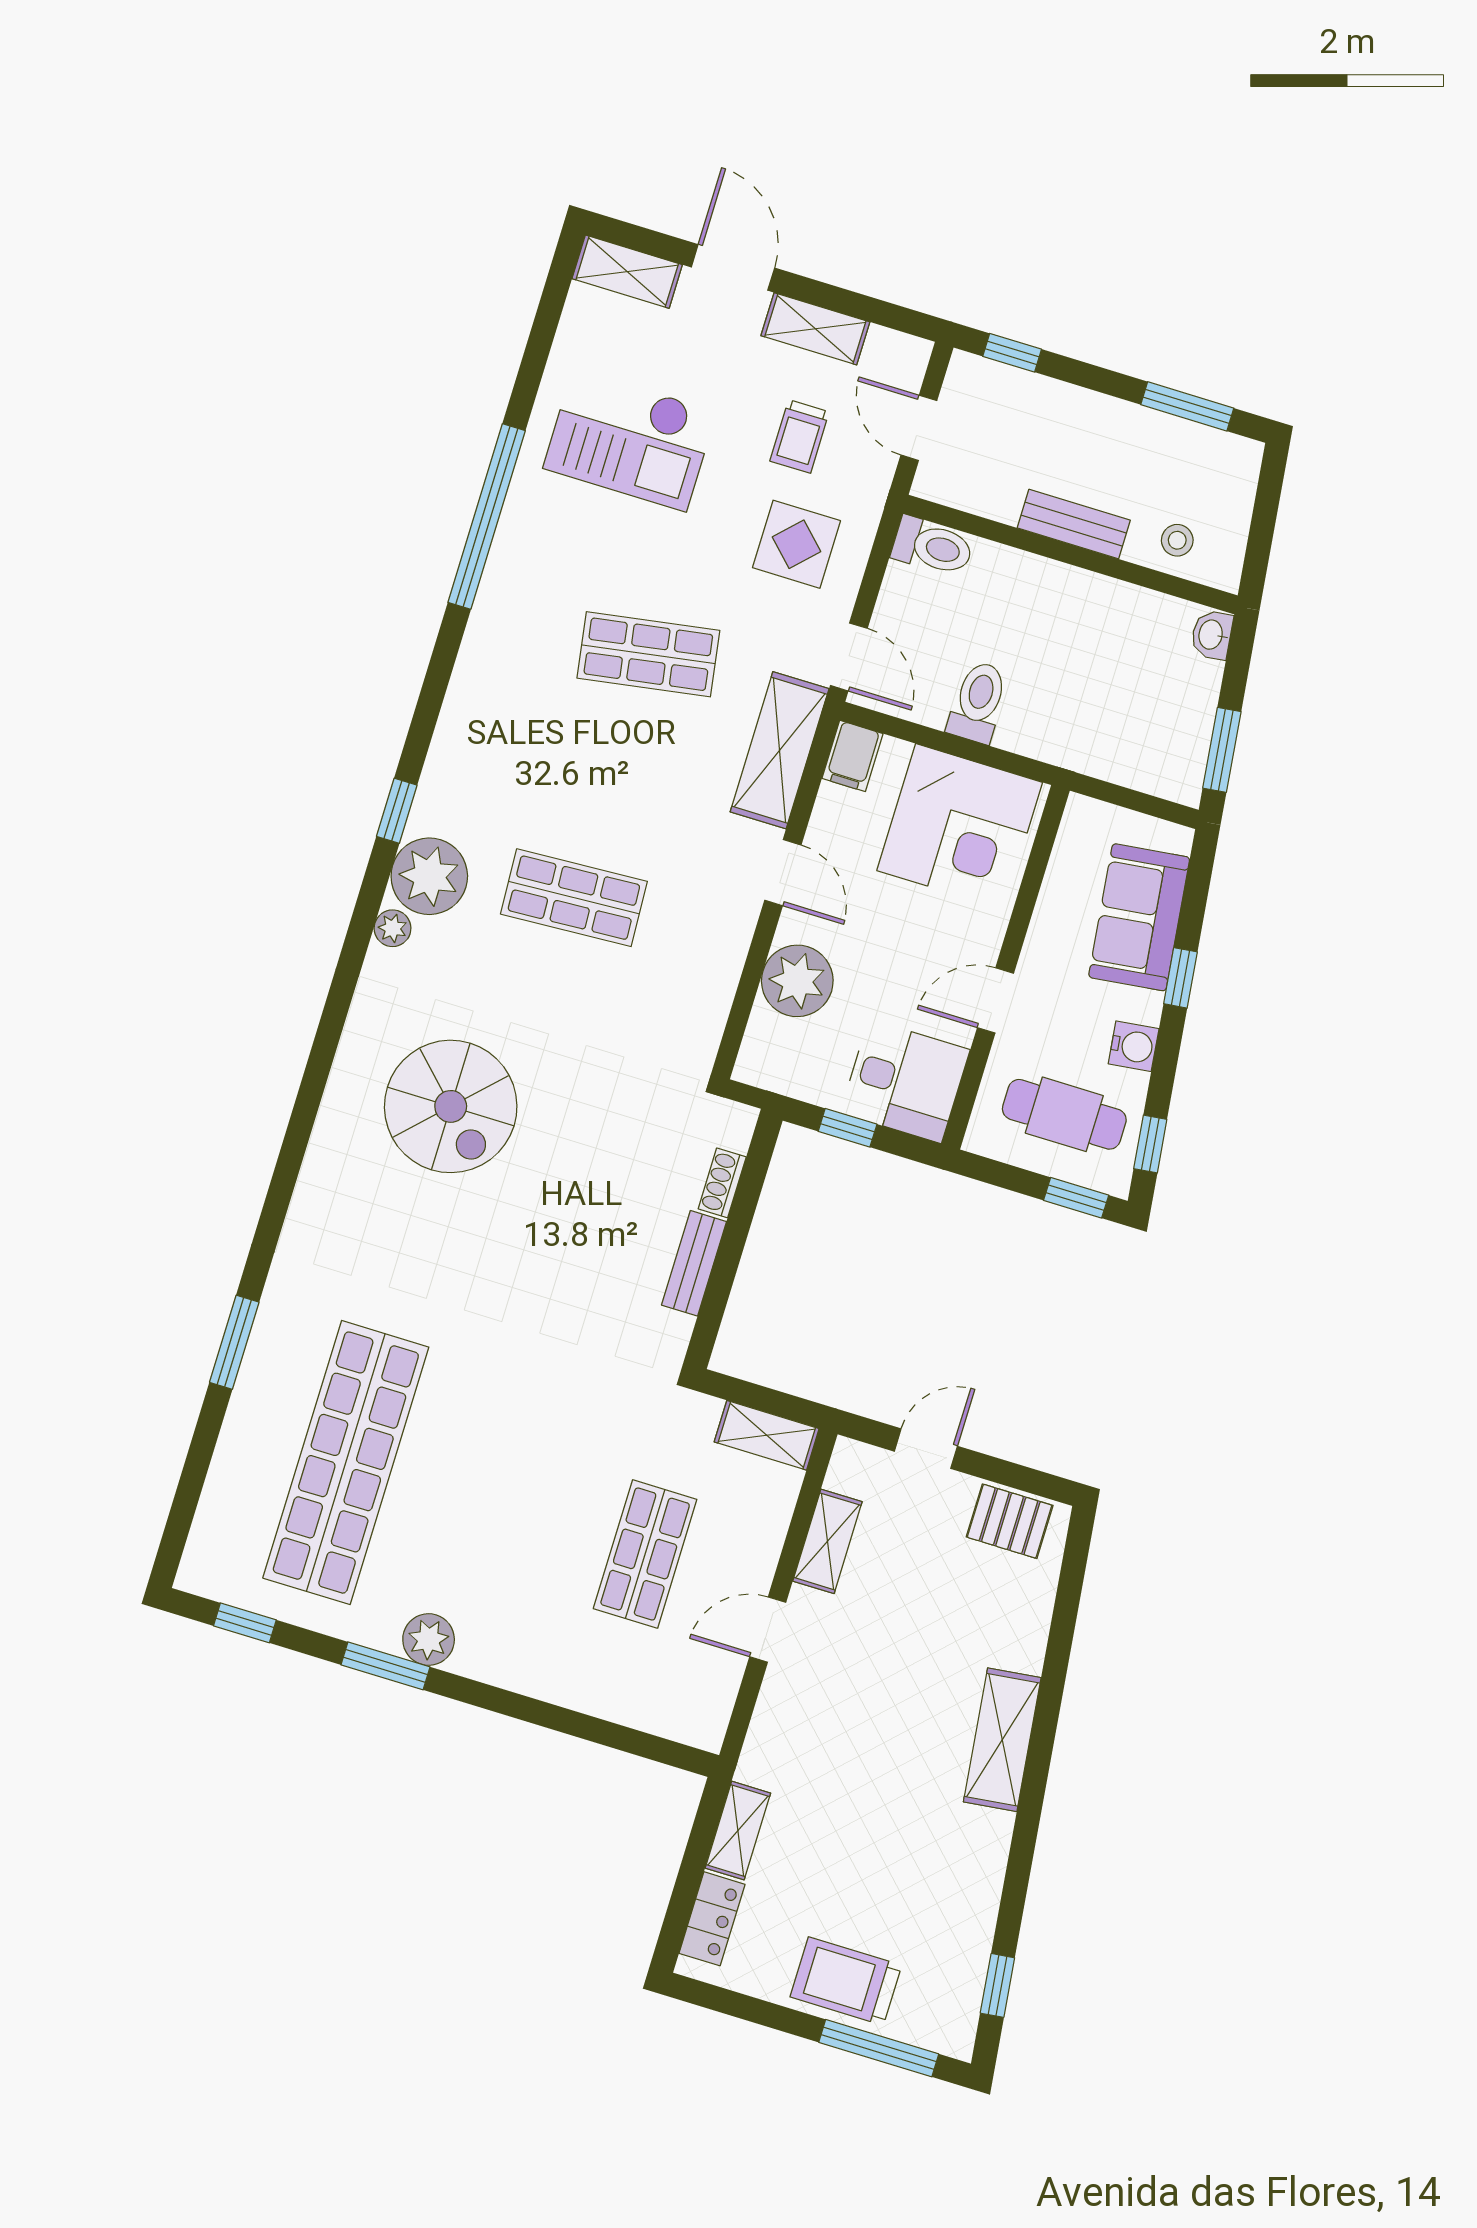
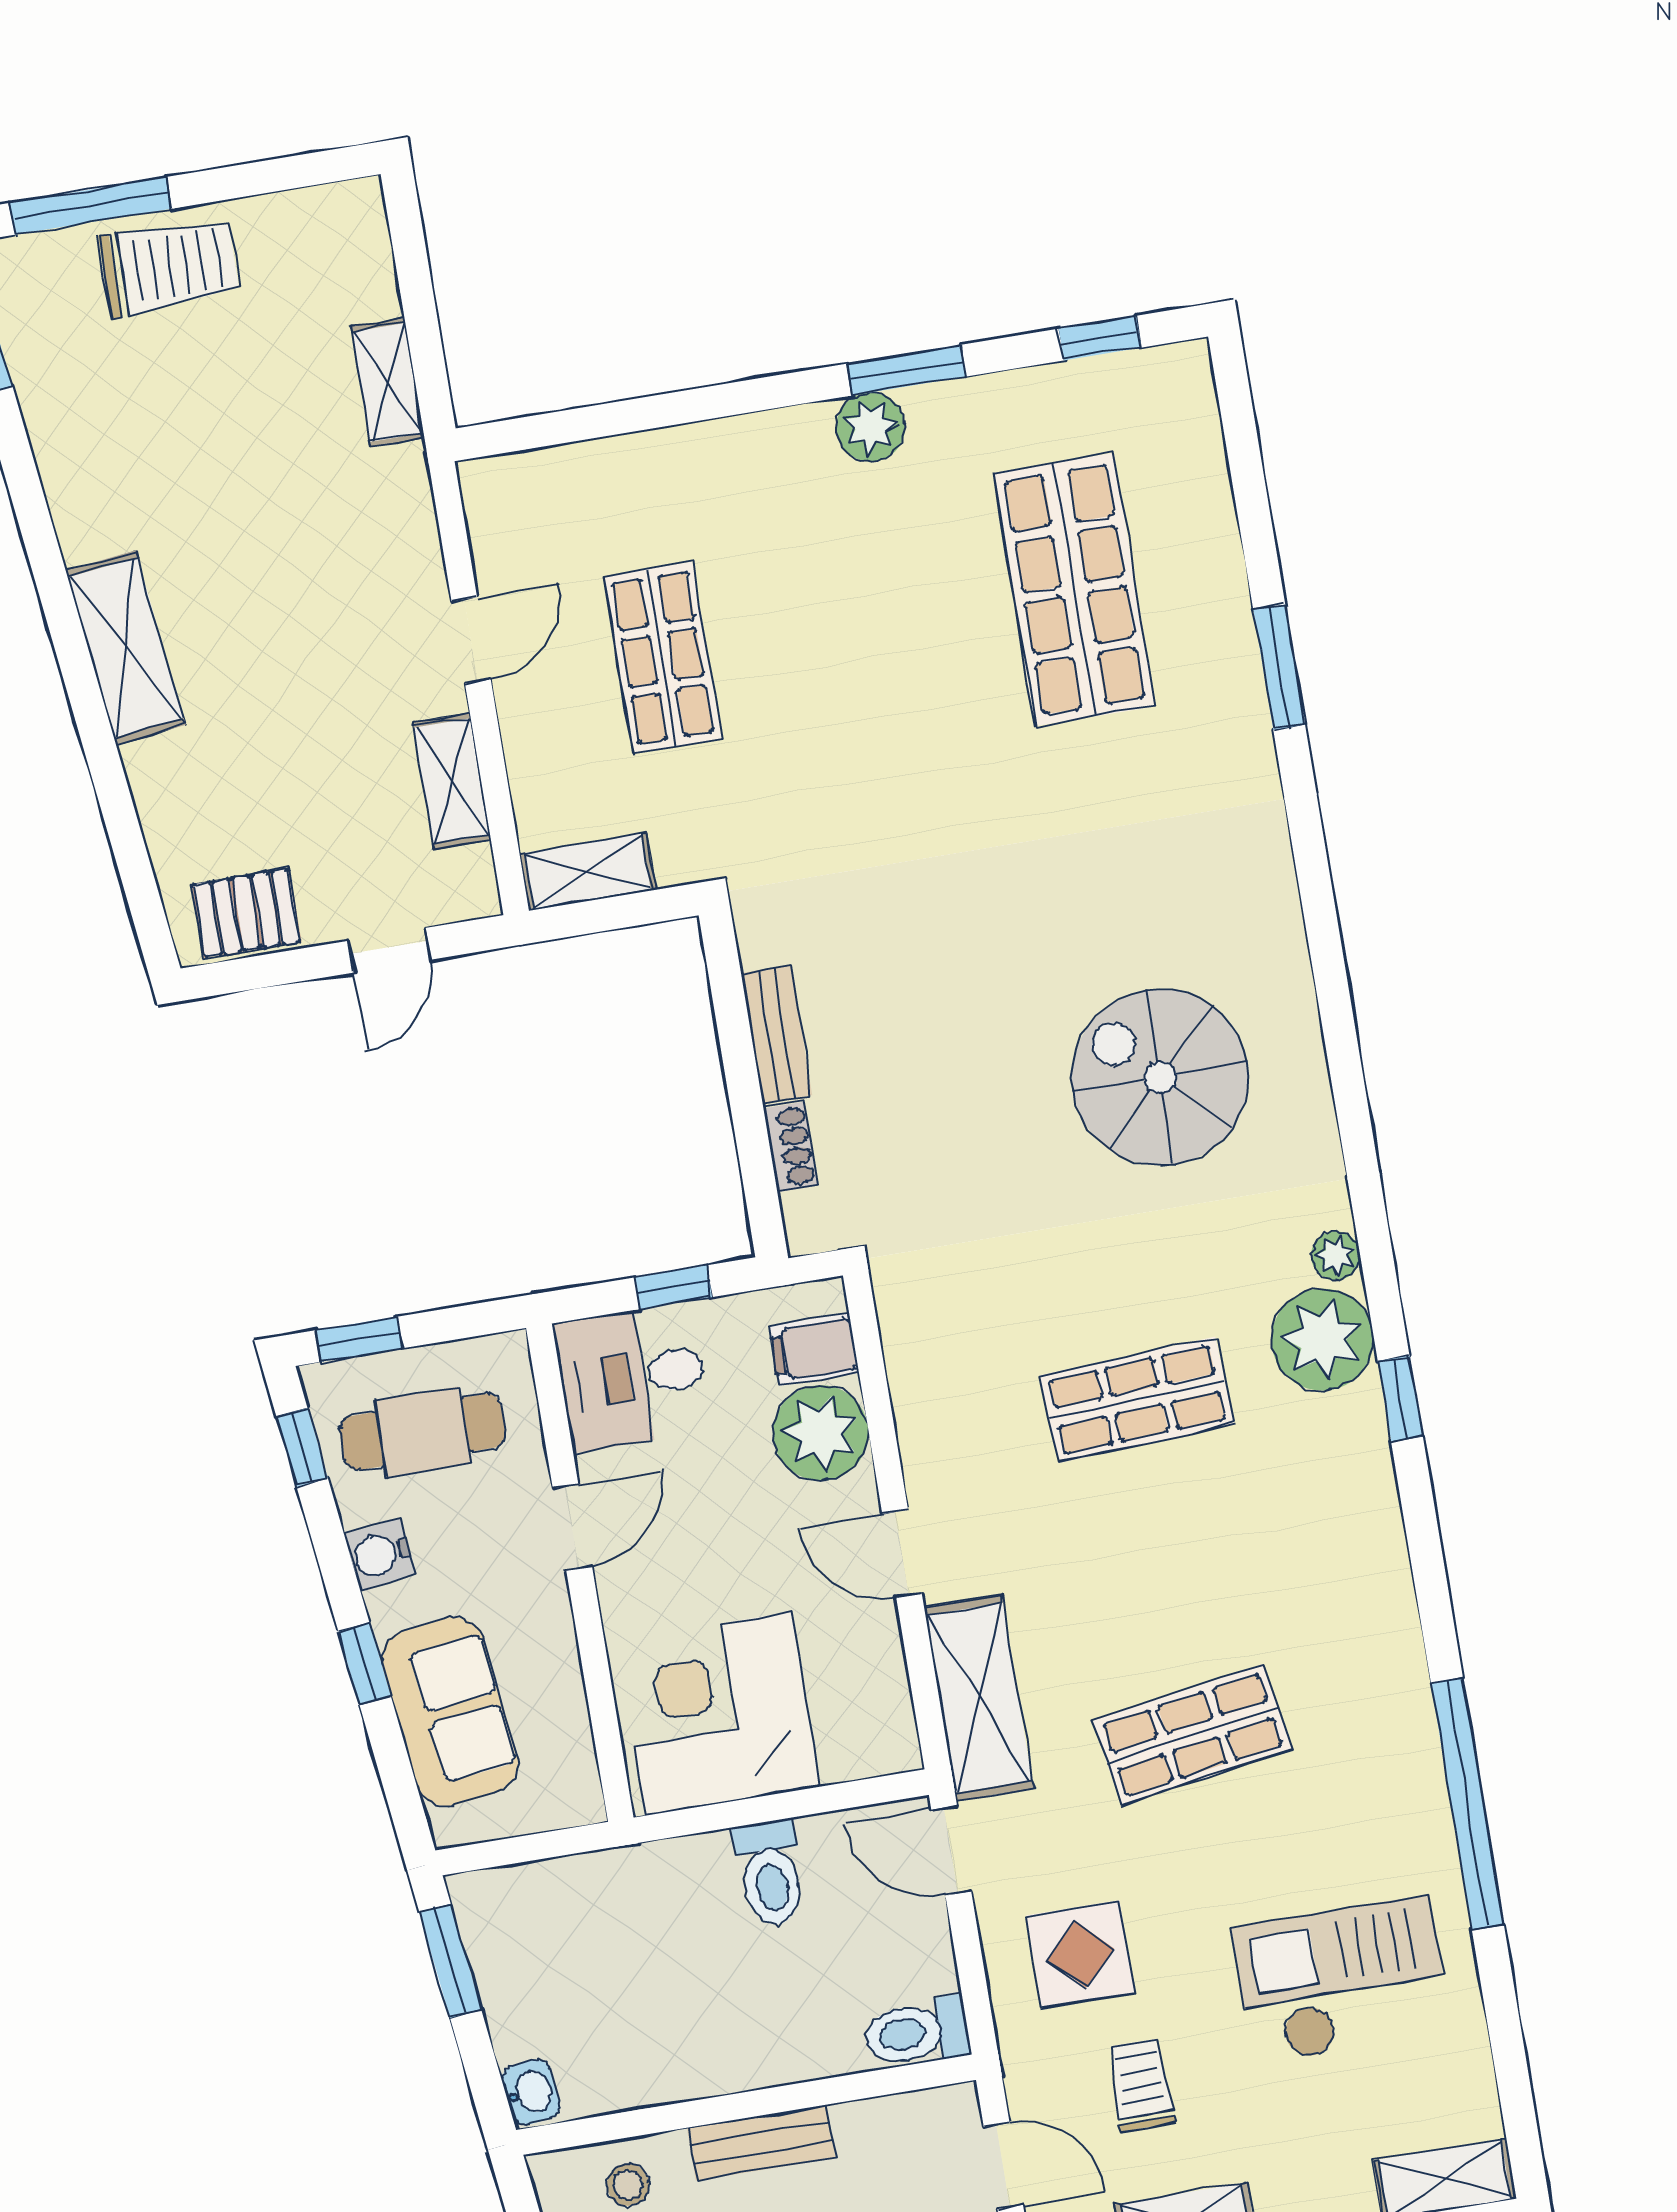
filing cabinet: (852, 756) -> (814, 1350), moved, turned -90
shop shelf: (346, 1463) -> (1074, 590), width x0.71
locker: (712, 1919) -> (366, 262), removed

